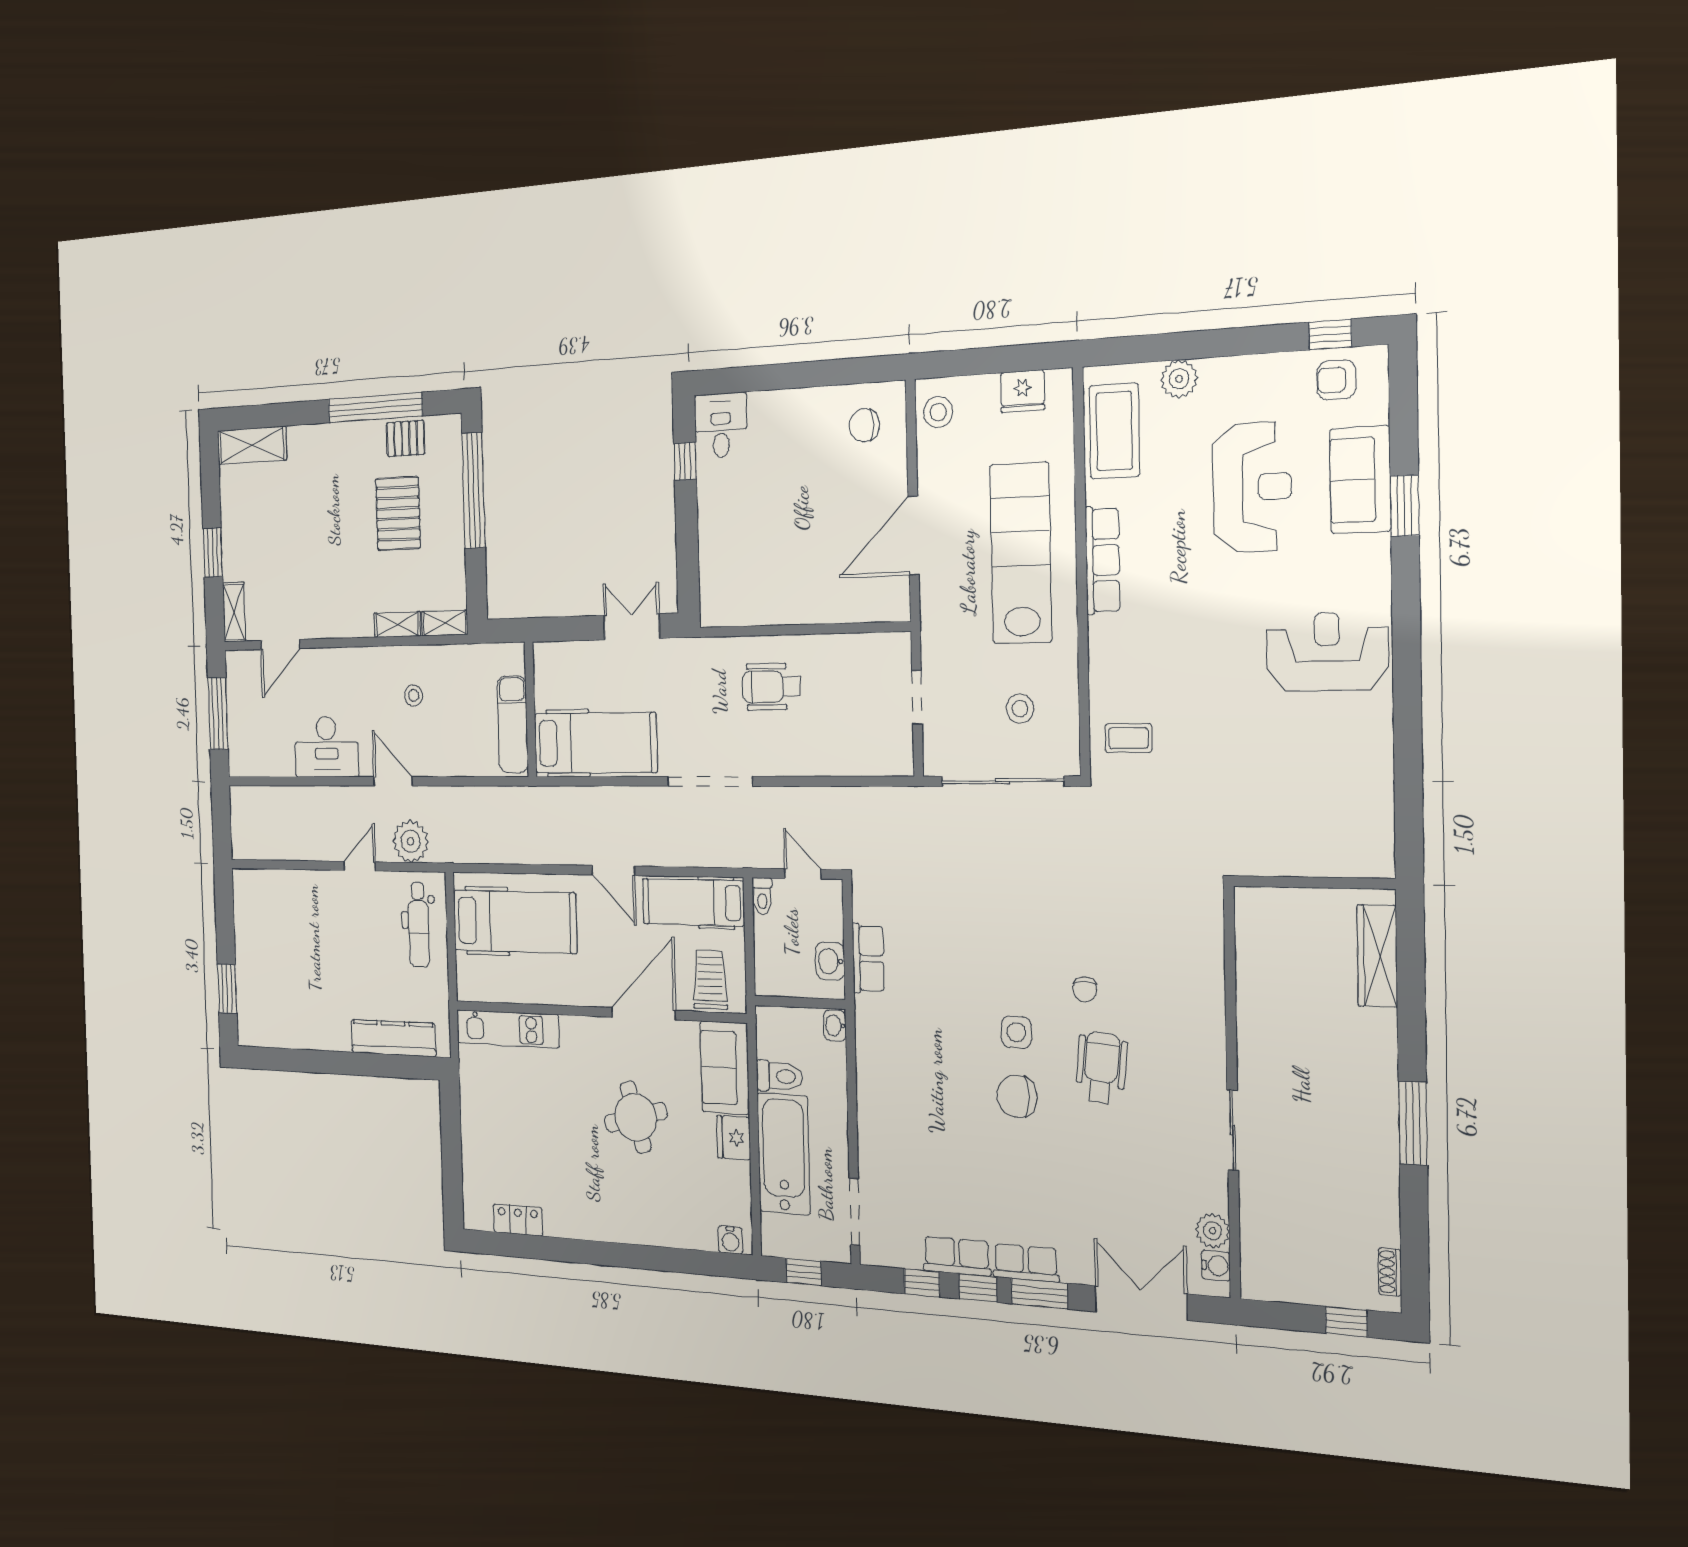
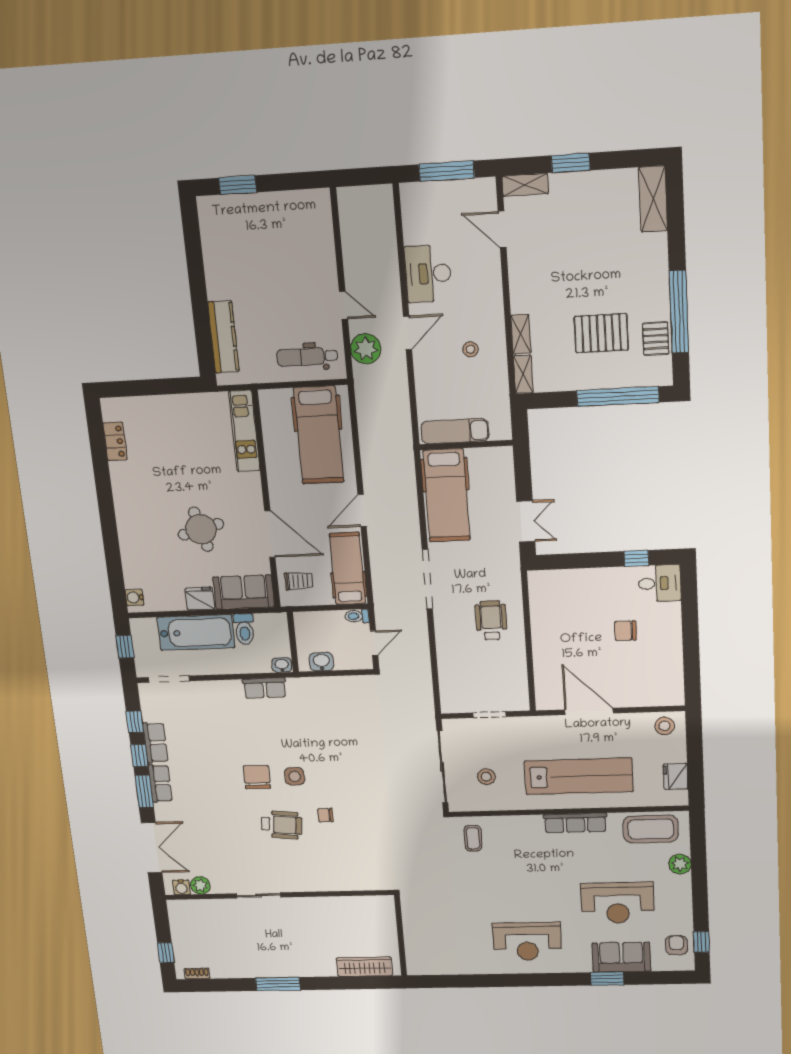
chair: (864, 425) -> (626, 631), moved, turned -90
reception desk: (1327, 652) -> (527, 941), turned 90
row of seats: (868, 958) -> (265, 688), moved
trolley: (710, 980) -> (299, 581), width x0.73, depth x0.72

